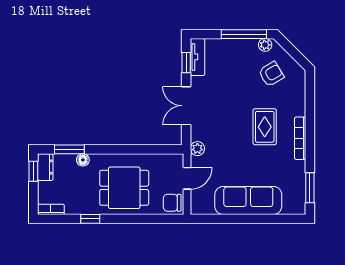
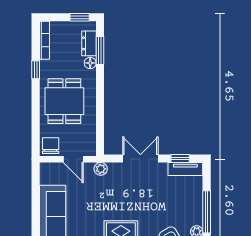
dresser: (45, 167) -> (89, 43), moved, turned 90
bookcase: (51, 209) -> (44, 40), width x1.56

